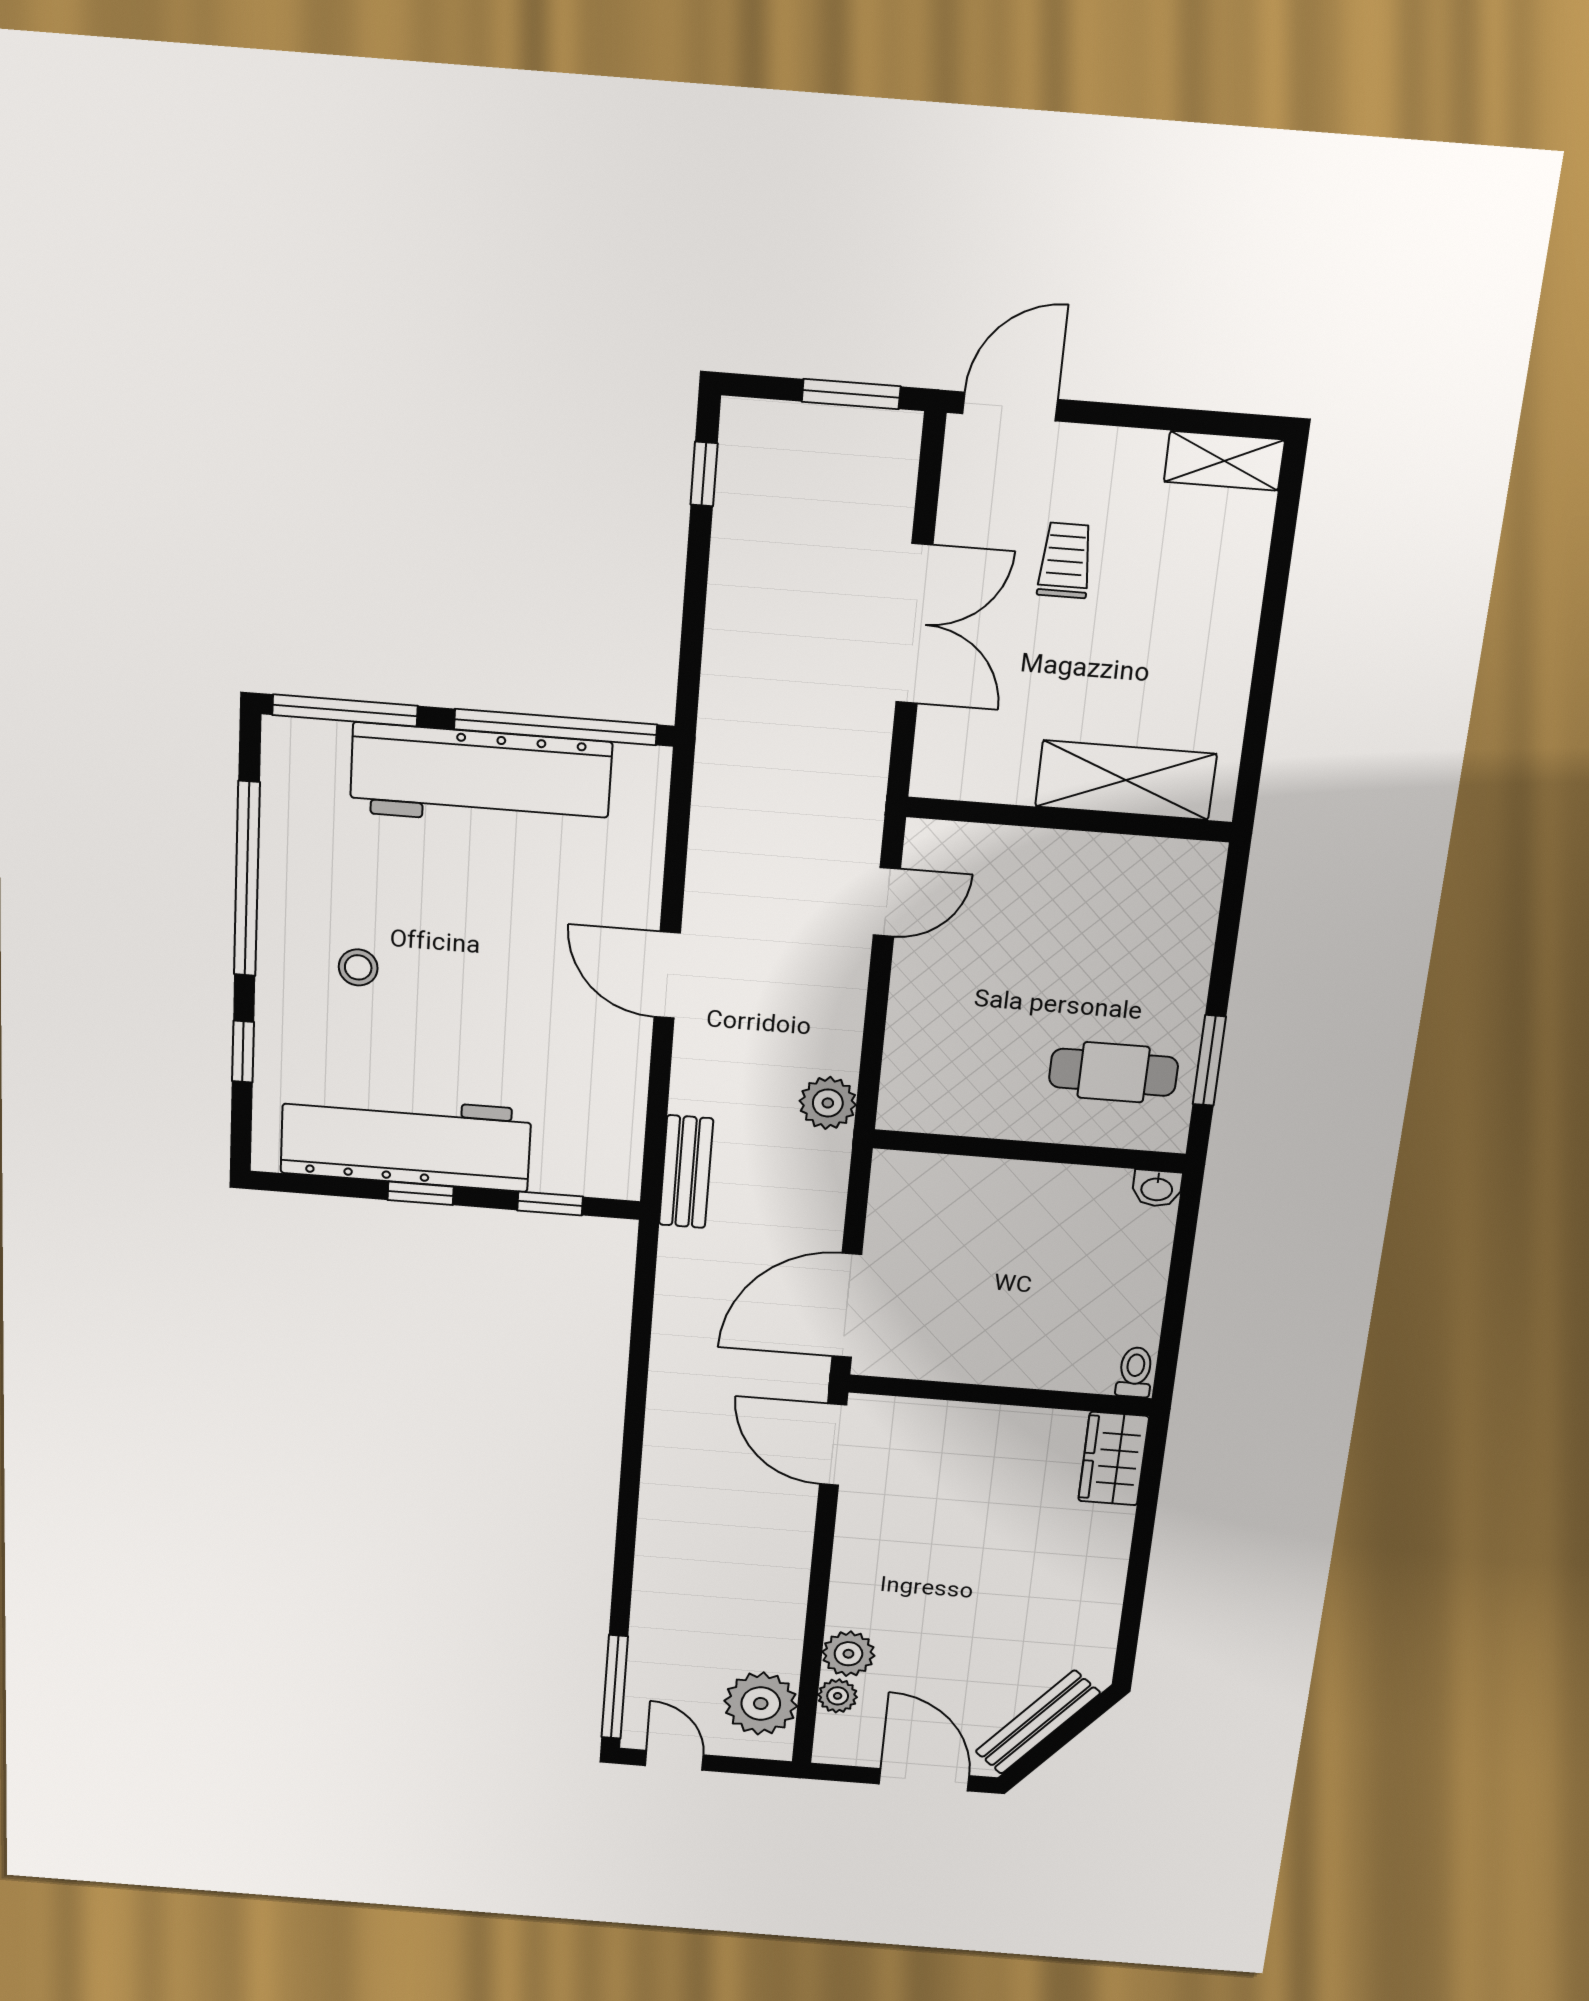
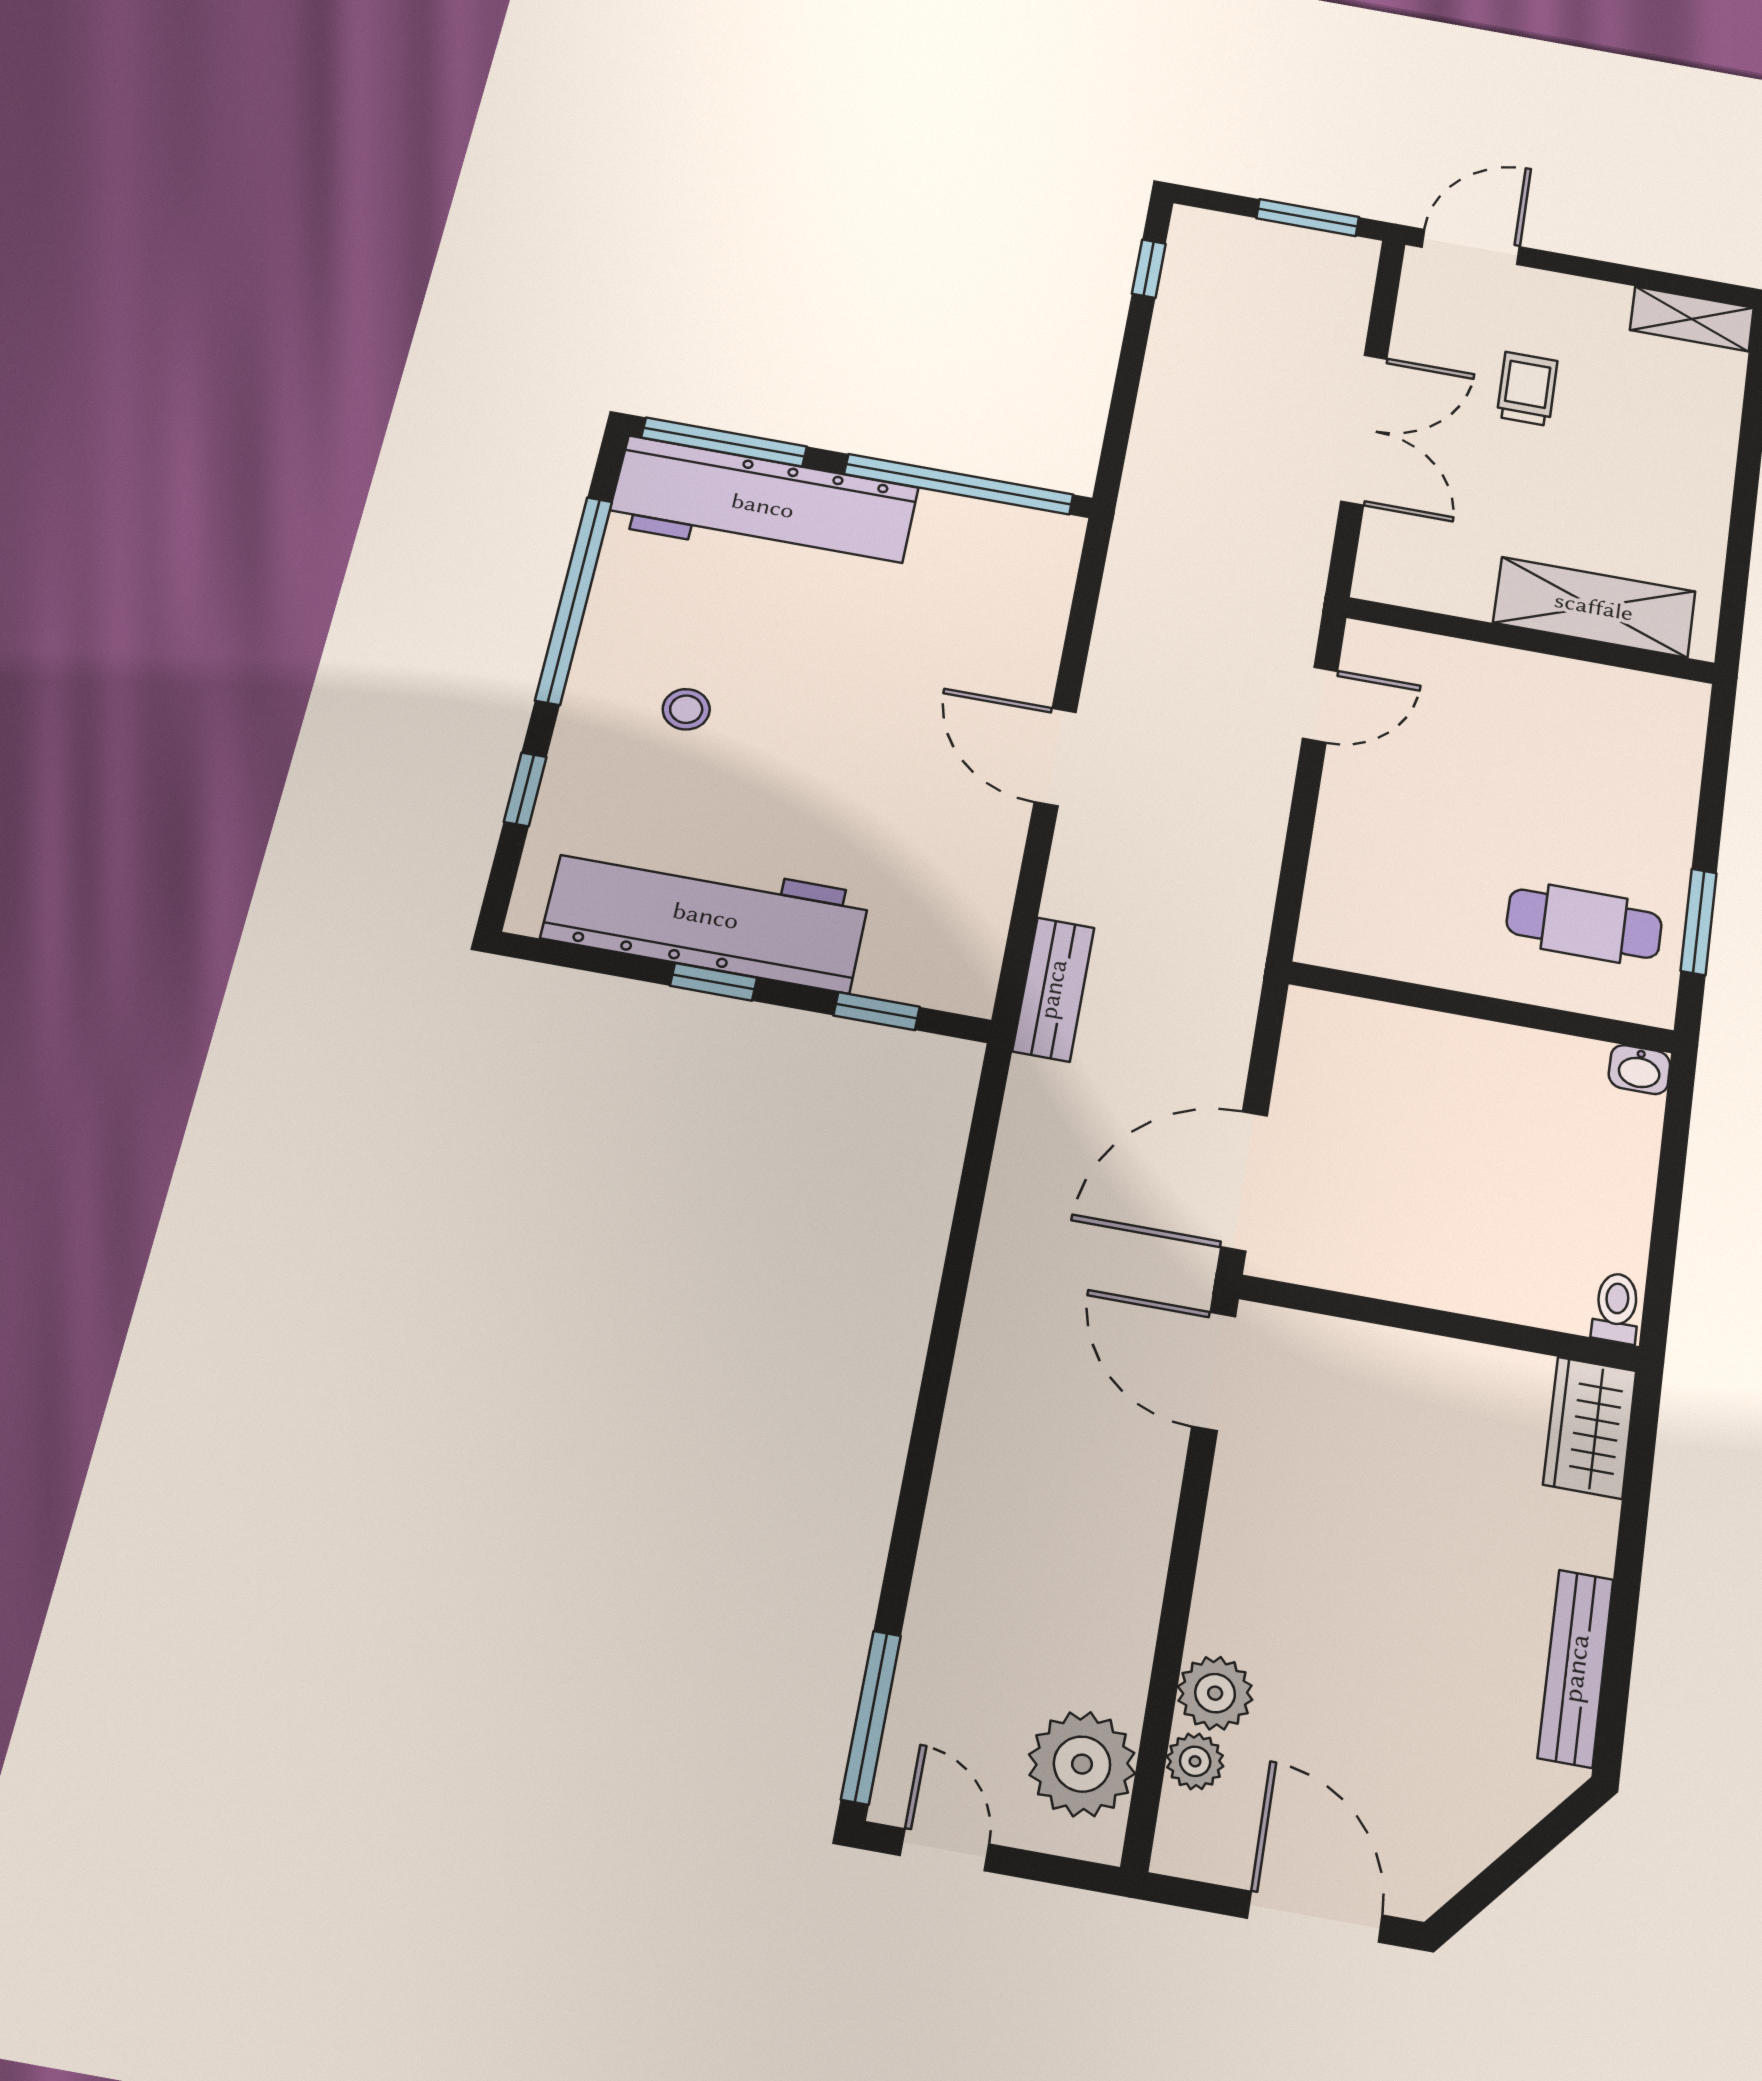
workbench: (481, 777) -> (763, 506), moved
plant: (828, 1103) -> (1236, 924), removed
bench: (1038, 1722) -> (1576, 1668), moved, turned -40

